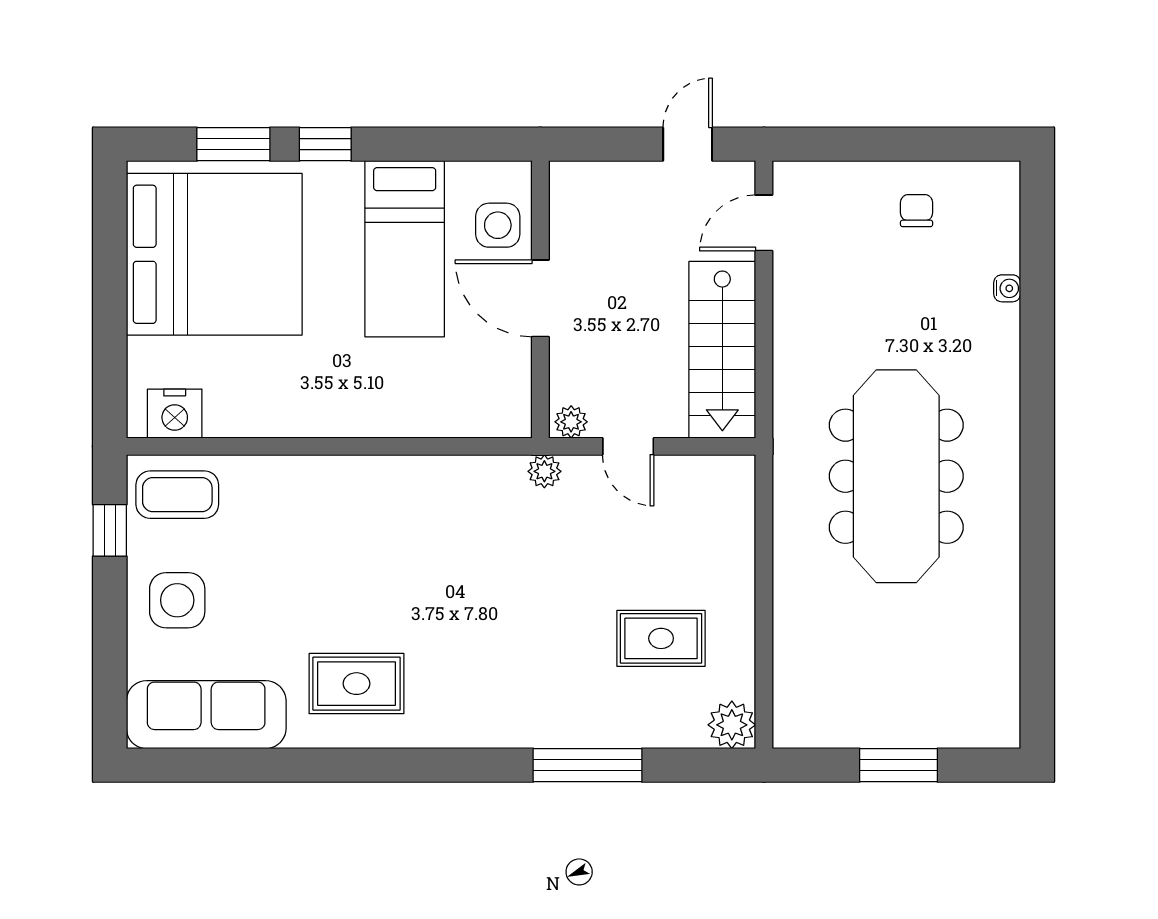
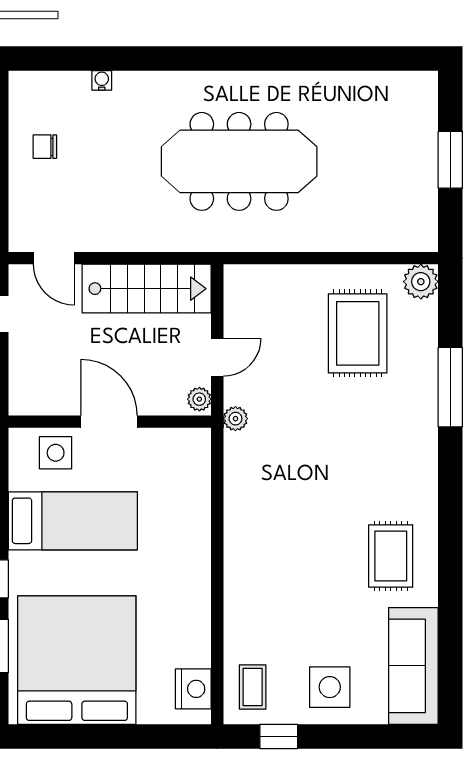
door: (540, 298) -> (109, 422), swing flipped
coffee table: (177, 495) -> (253, 687), width x0.73, depth x0.77
rug: (661, 638) -> (358, 333), width x1.36, depth x1.43

